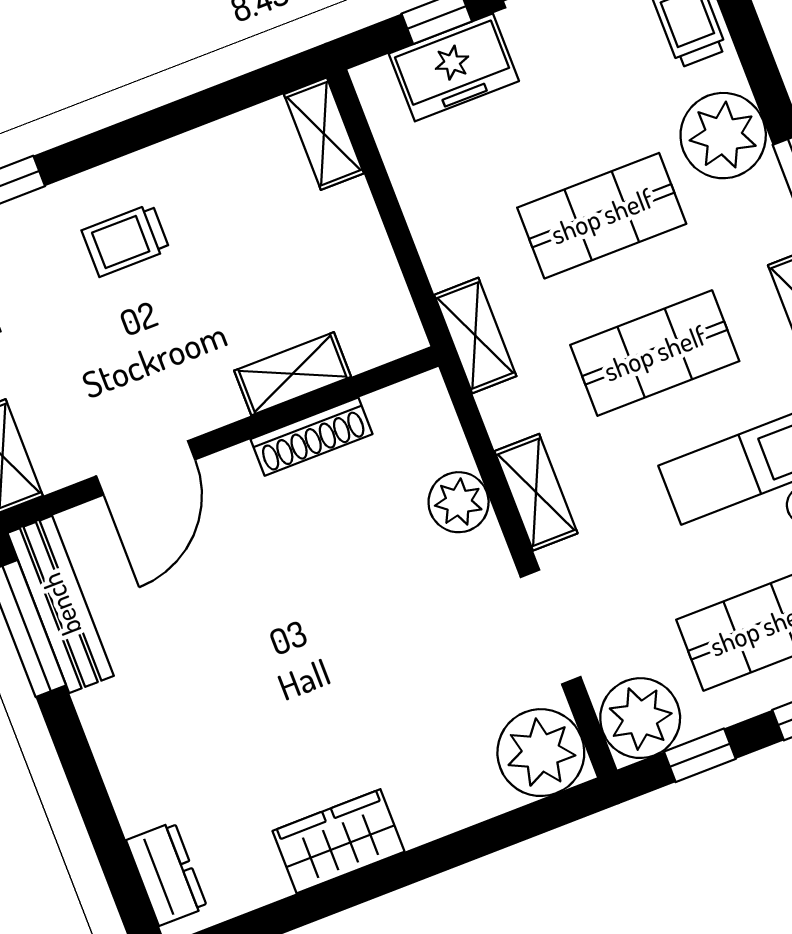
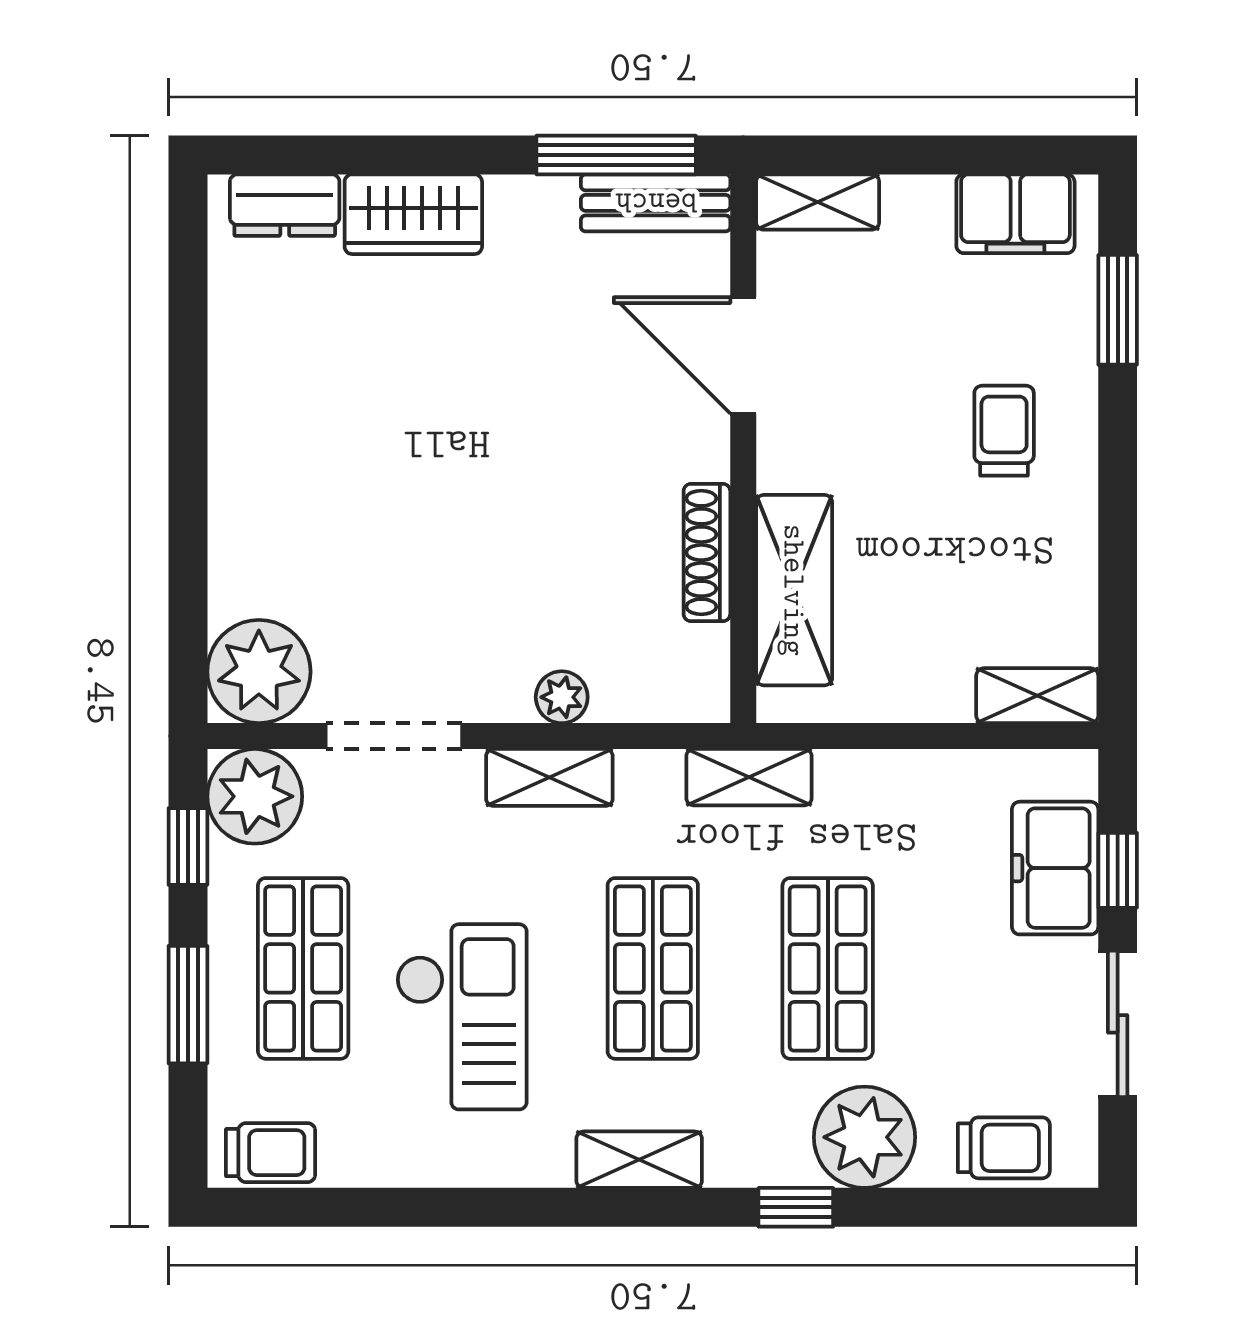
shelving: (293, 374) -> (794, 590), width x1.50, depth x1.33
plant: (459, 502) -> (562, 697), width x0.73, depth x0.73
bench: (61, 604) -> (656, 203), width x0.73
wardrobe: (339, 841) -> (413, 214), moved, turned 90

